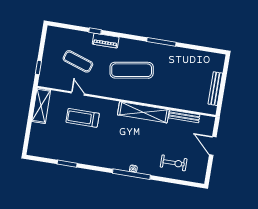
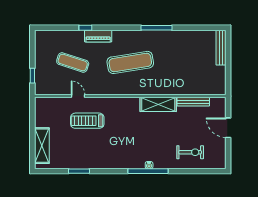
bench: (215, 89) -> (221, 48), moved
shelving: (41, 106) -> (42, 146), moved
shelving: (143, 112) -> (158, 104), width x0.68

